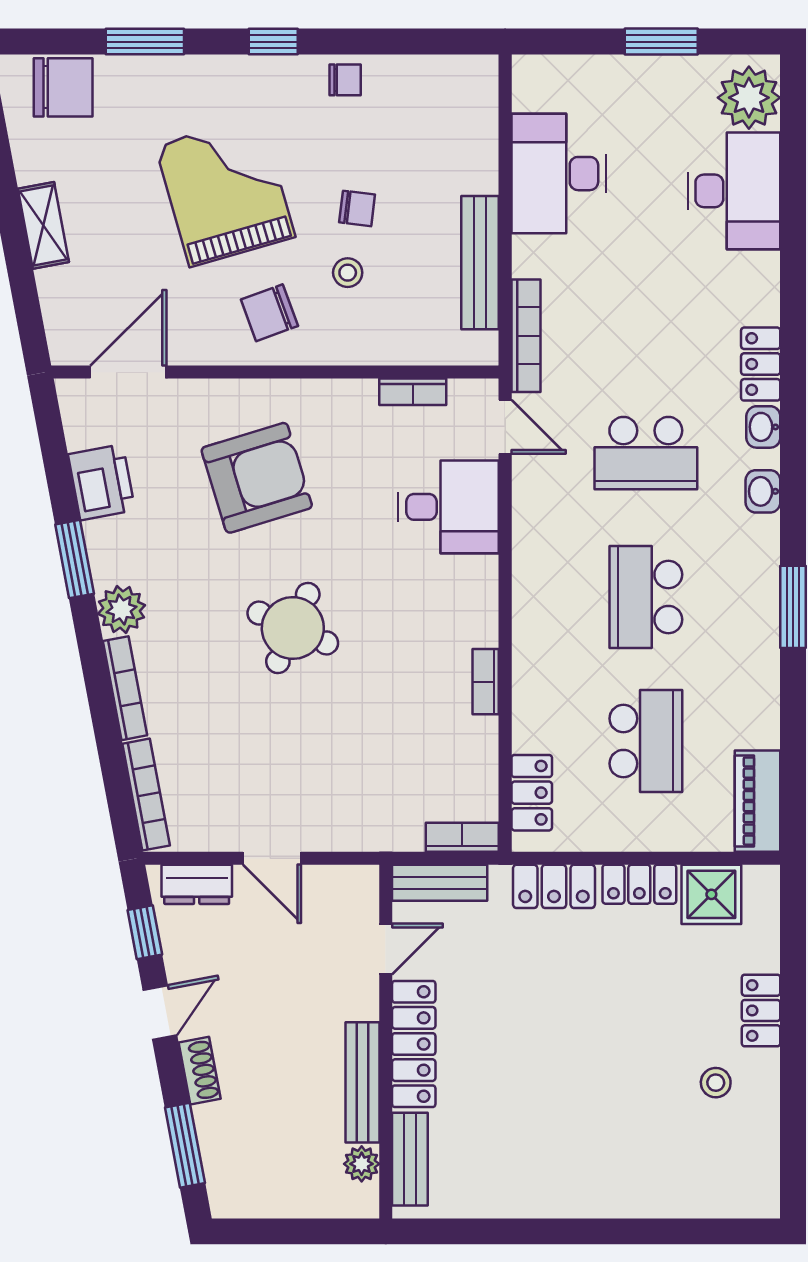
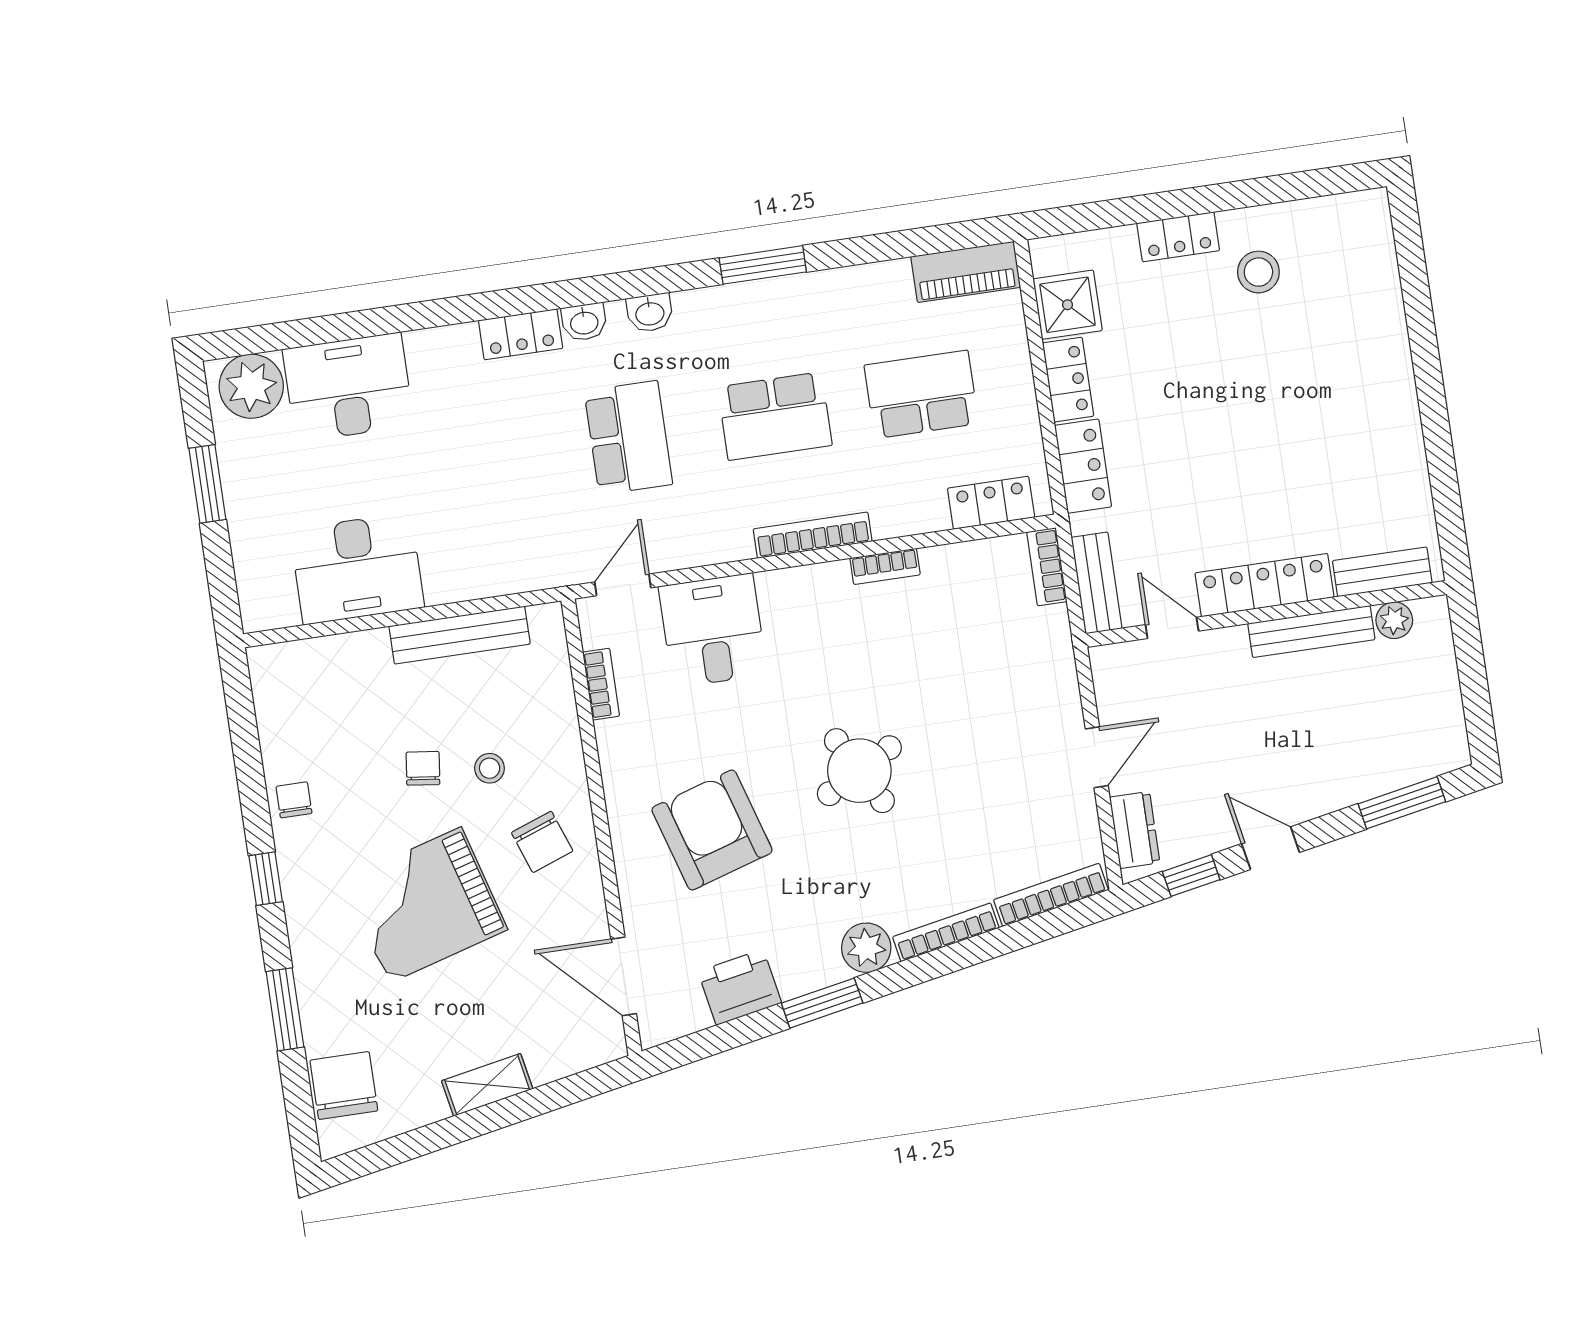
bookcase: (526, 336) -> (813, 535), moved
round table: (293, 628) -> (859, 771), turned 37
shoe rack: (200, 1071) -> (1324, 799), removed
stool: (716, 1083) -> (1258, 272), width x1.37, depth x1.37

